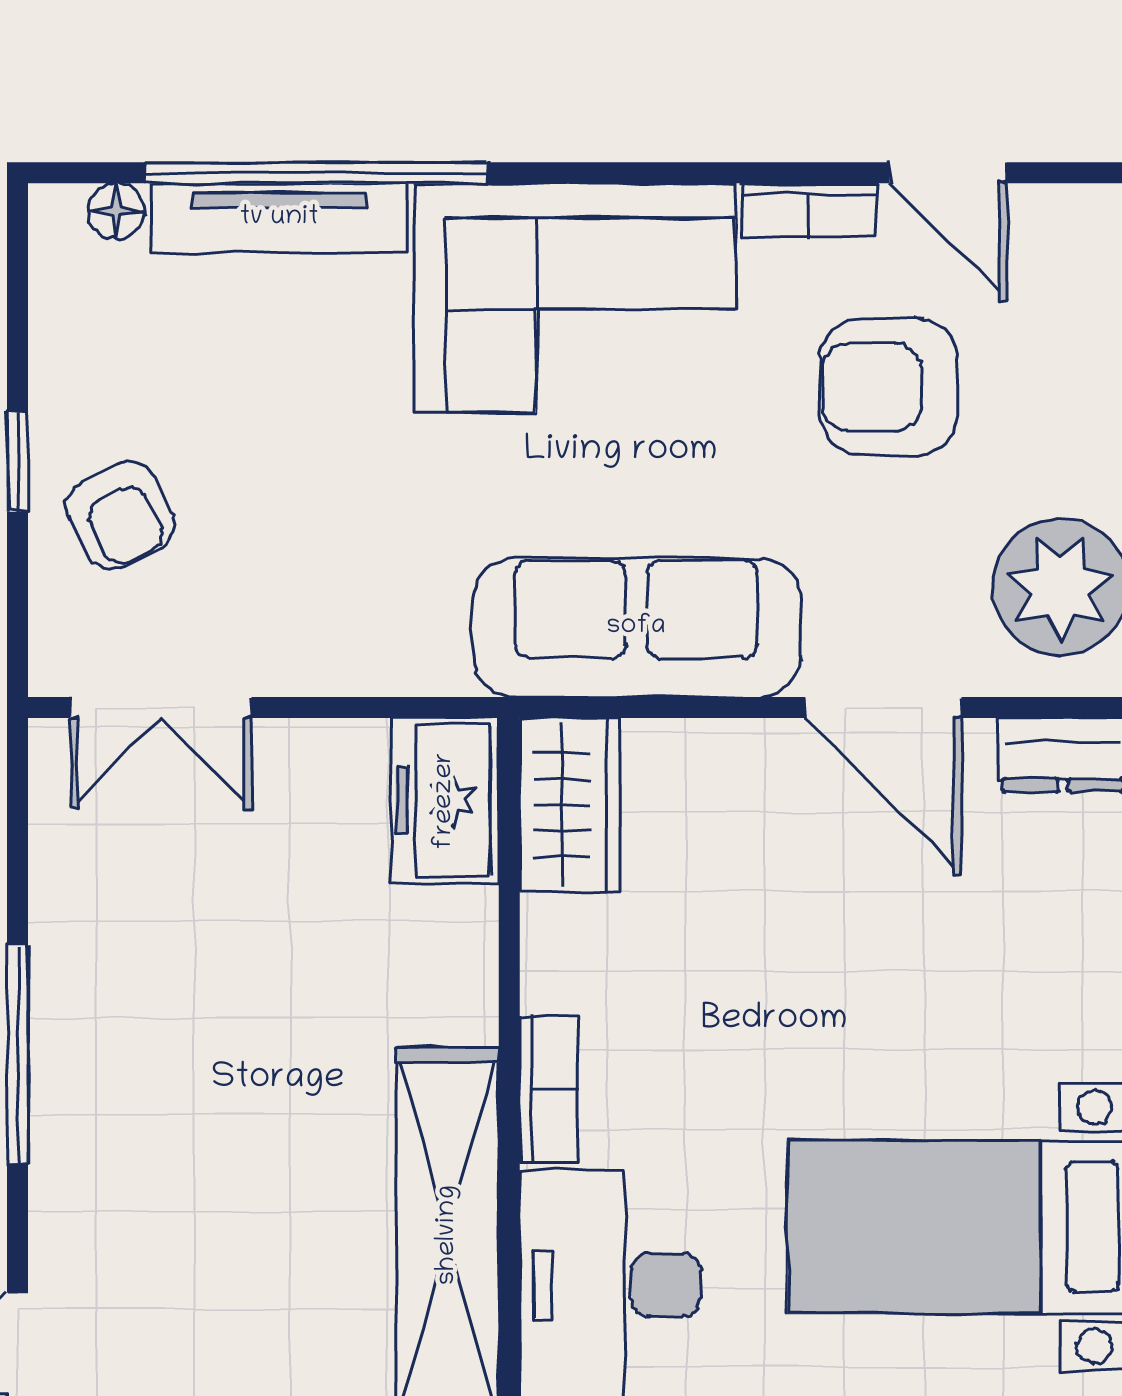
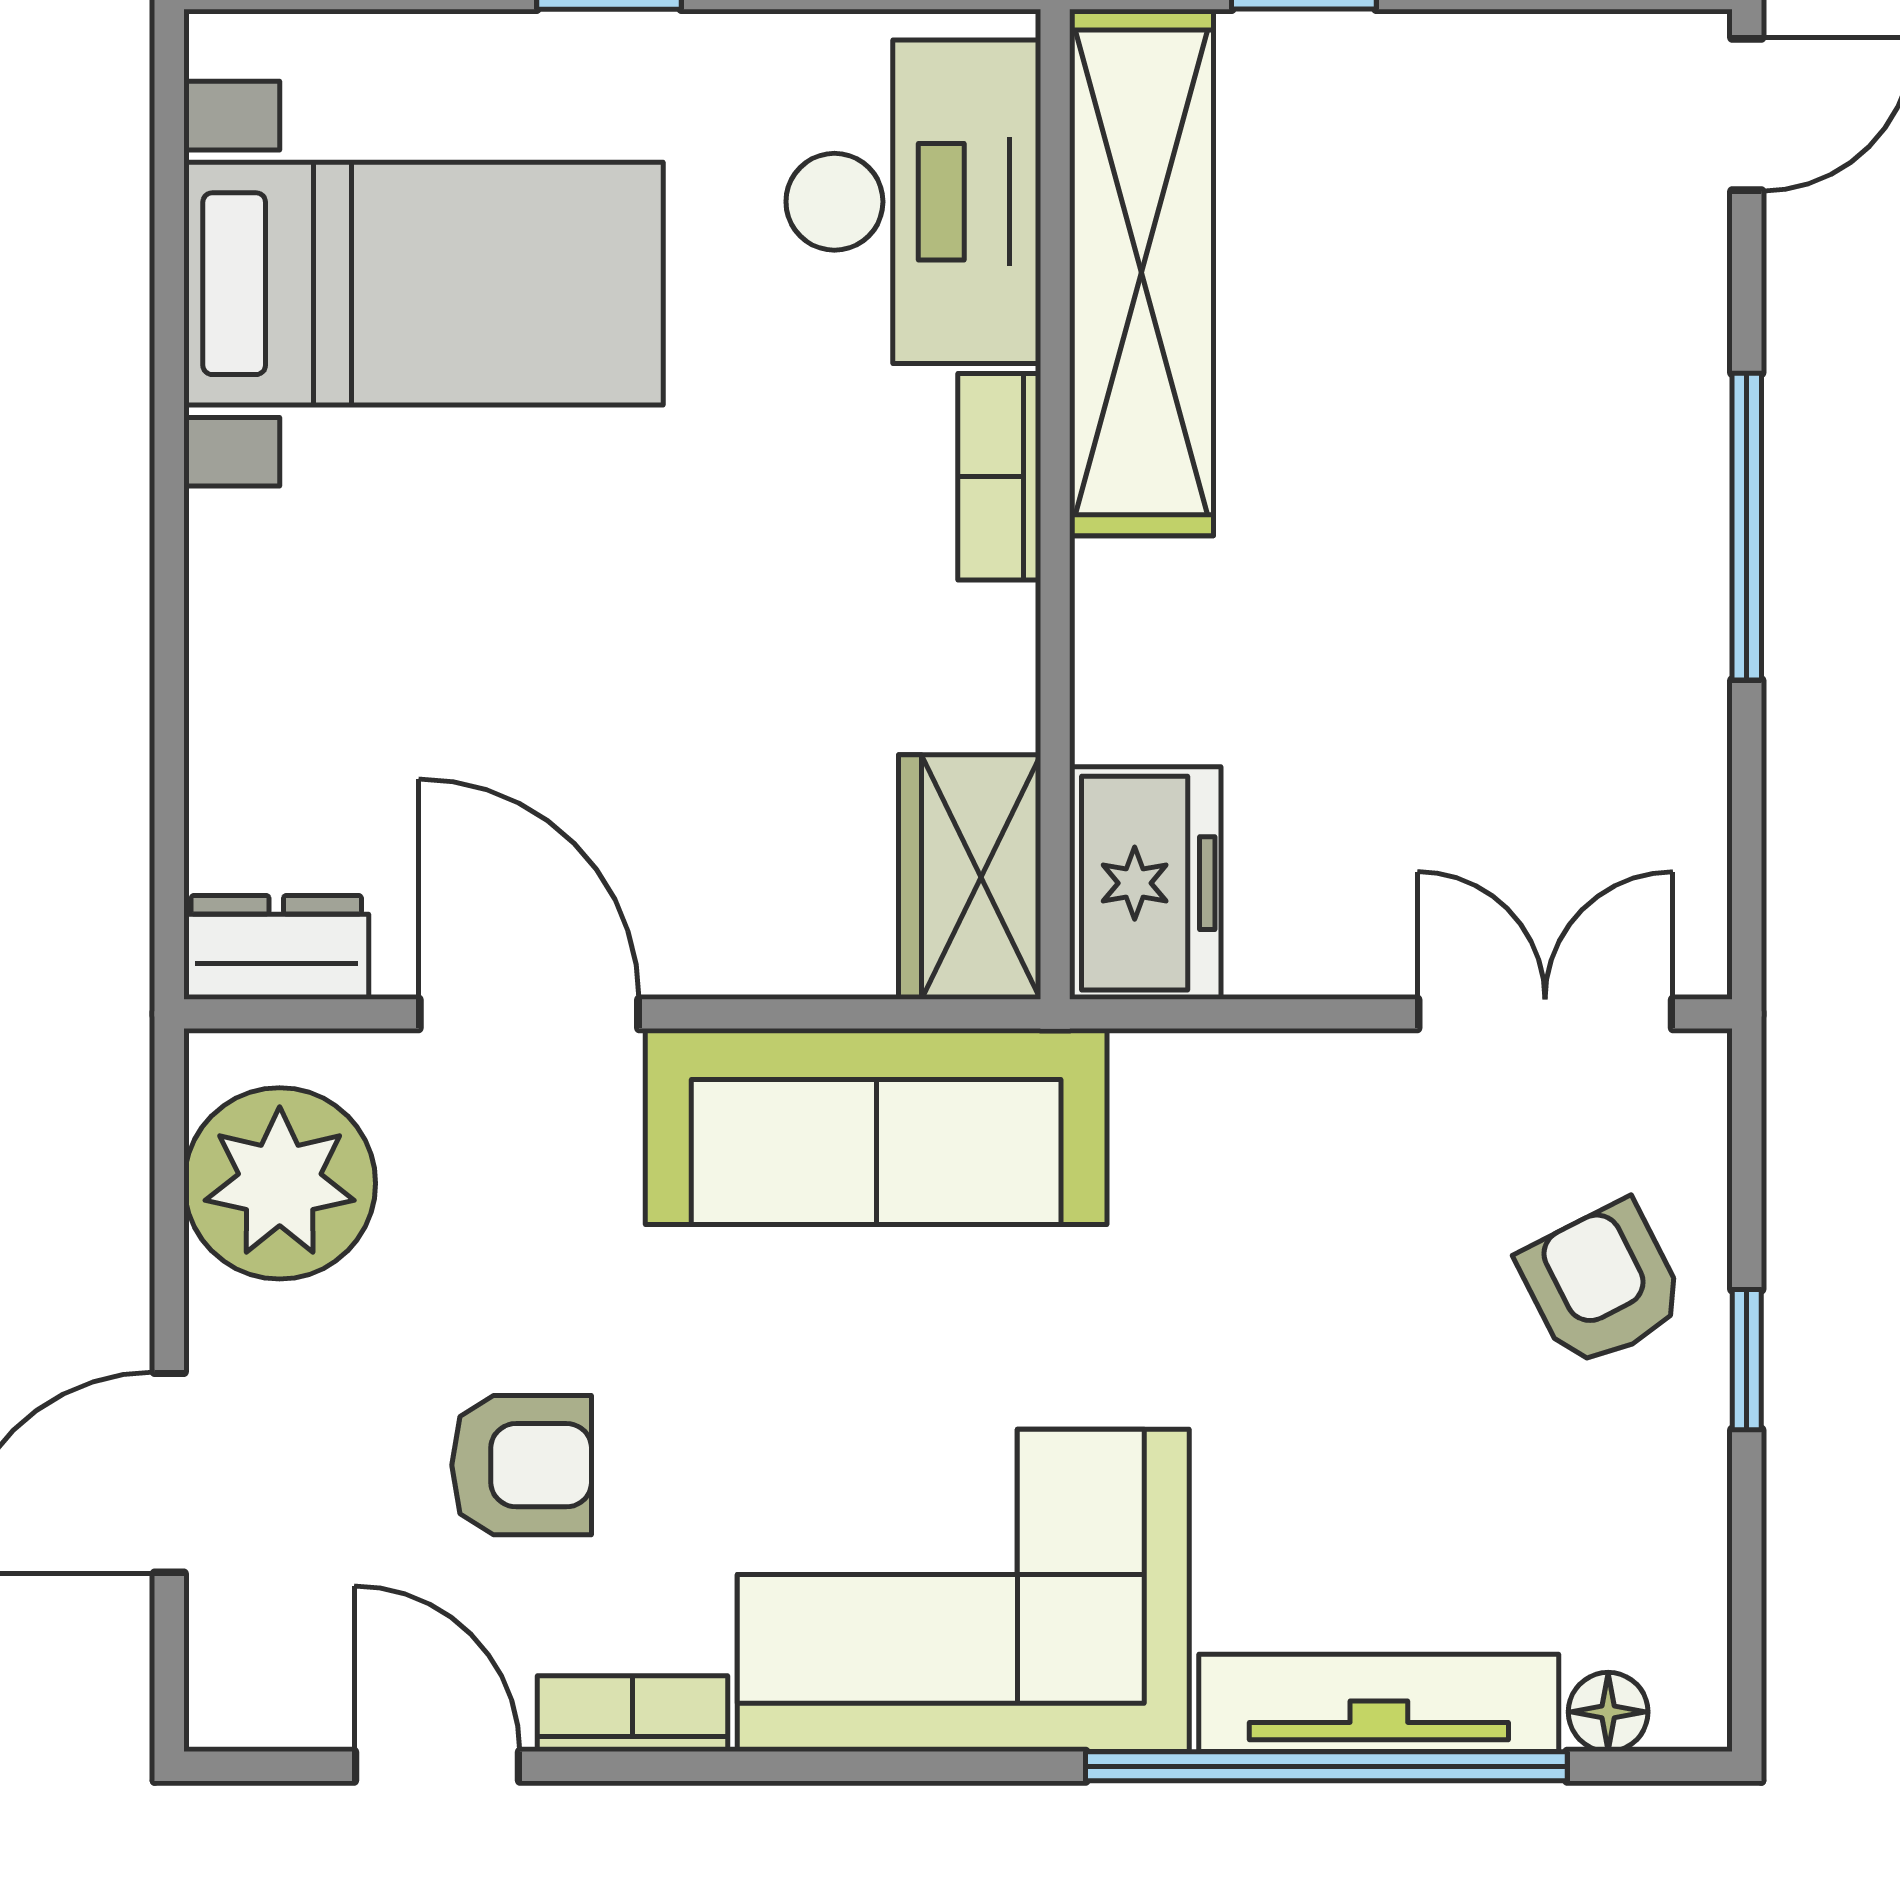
armchair: (888, 387) -> (522, 1465), width x0.72, depth x0.72

